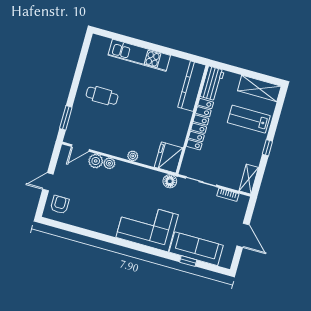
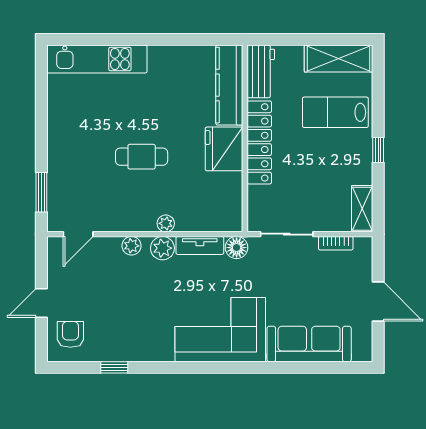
kitchen unit: (139, 55) -> (97, 59), moved
cafe table: (102, 96) -> (142, 157), moved
fridge: (169, 158) -> (224, 149), moved
plant: (96, 161) -> (162, 248), moved
tv unit: (149, 174) -> (200, 245), added
window: (188, 261) -> (114, 367), moved

